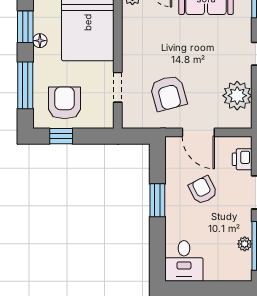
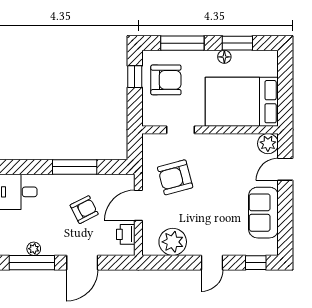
printer: (242, 159) -> (126, 234), moved, turned -90
window: (157, 200) -> (75, 167), width x1.44

